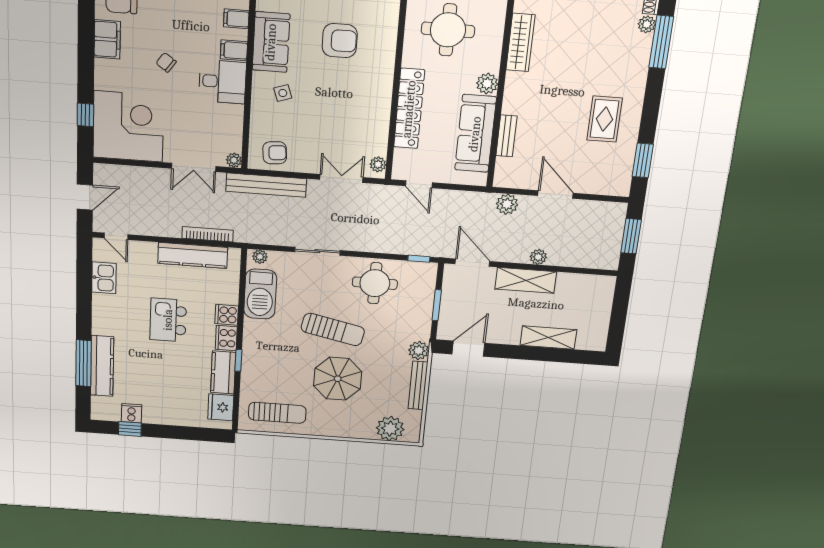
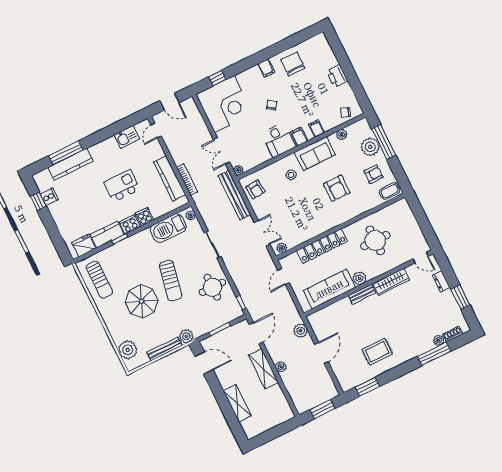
filing cabinet: (107, 39) -> (266, 68), width x0.50
bench: (506, 136) -> (362, 294), moved

